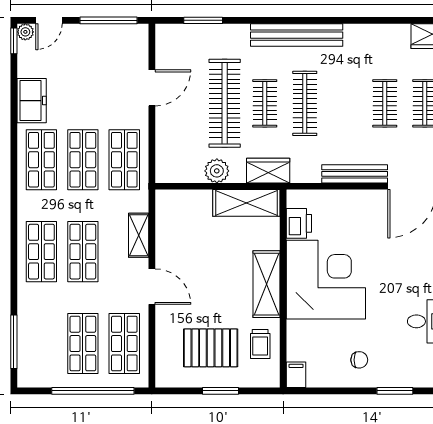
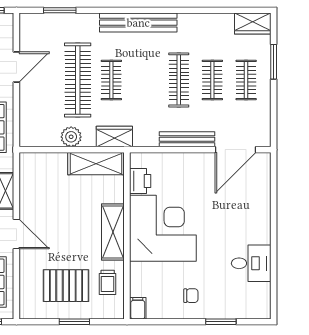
clothes rail: (305, 103) -> (179, 80), moved

